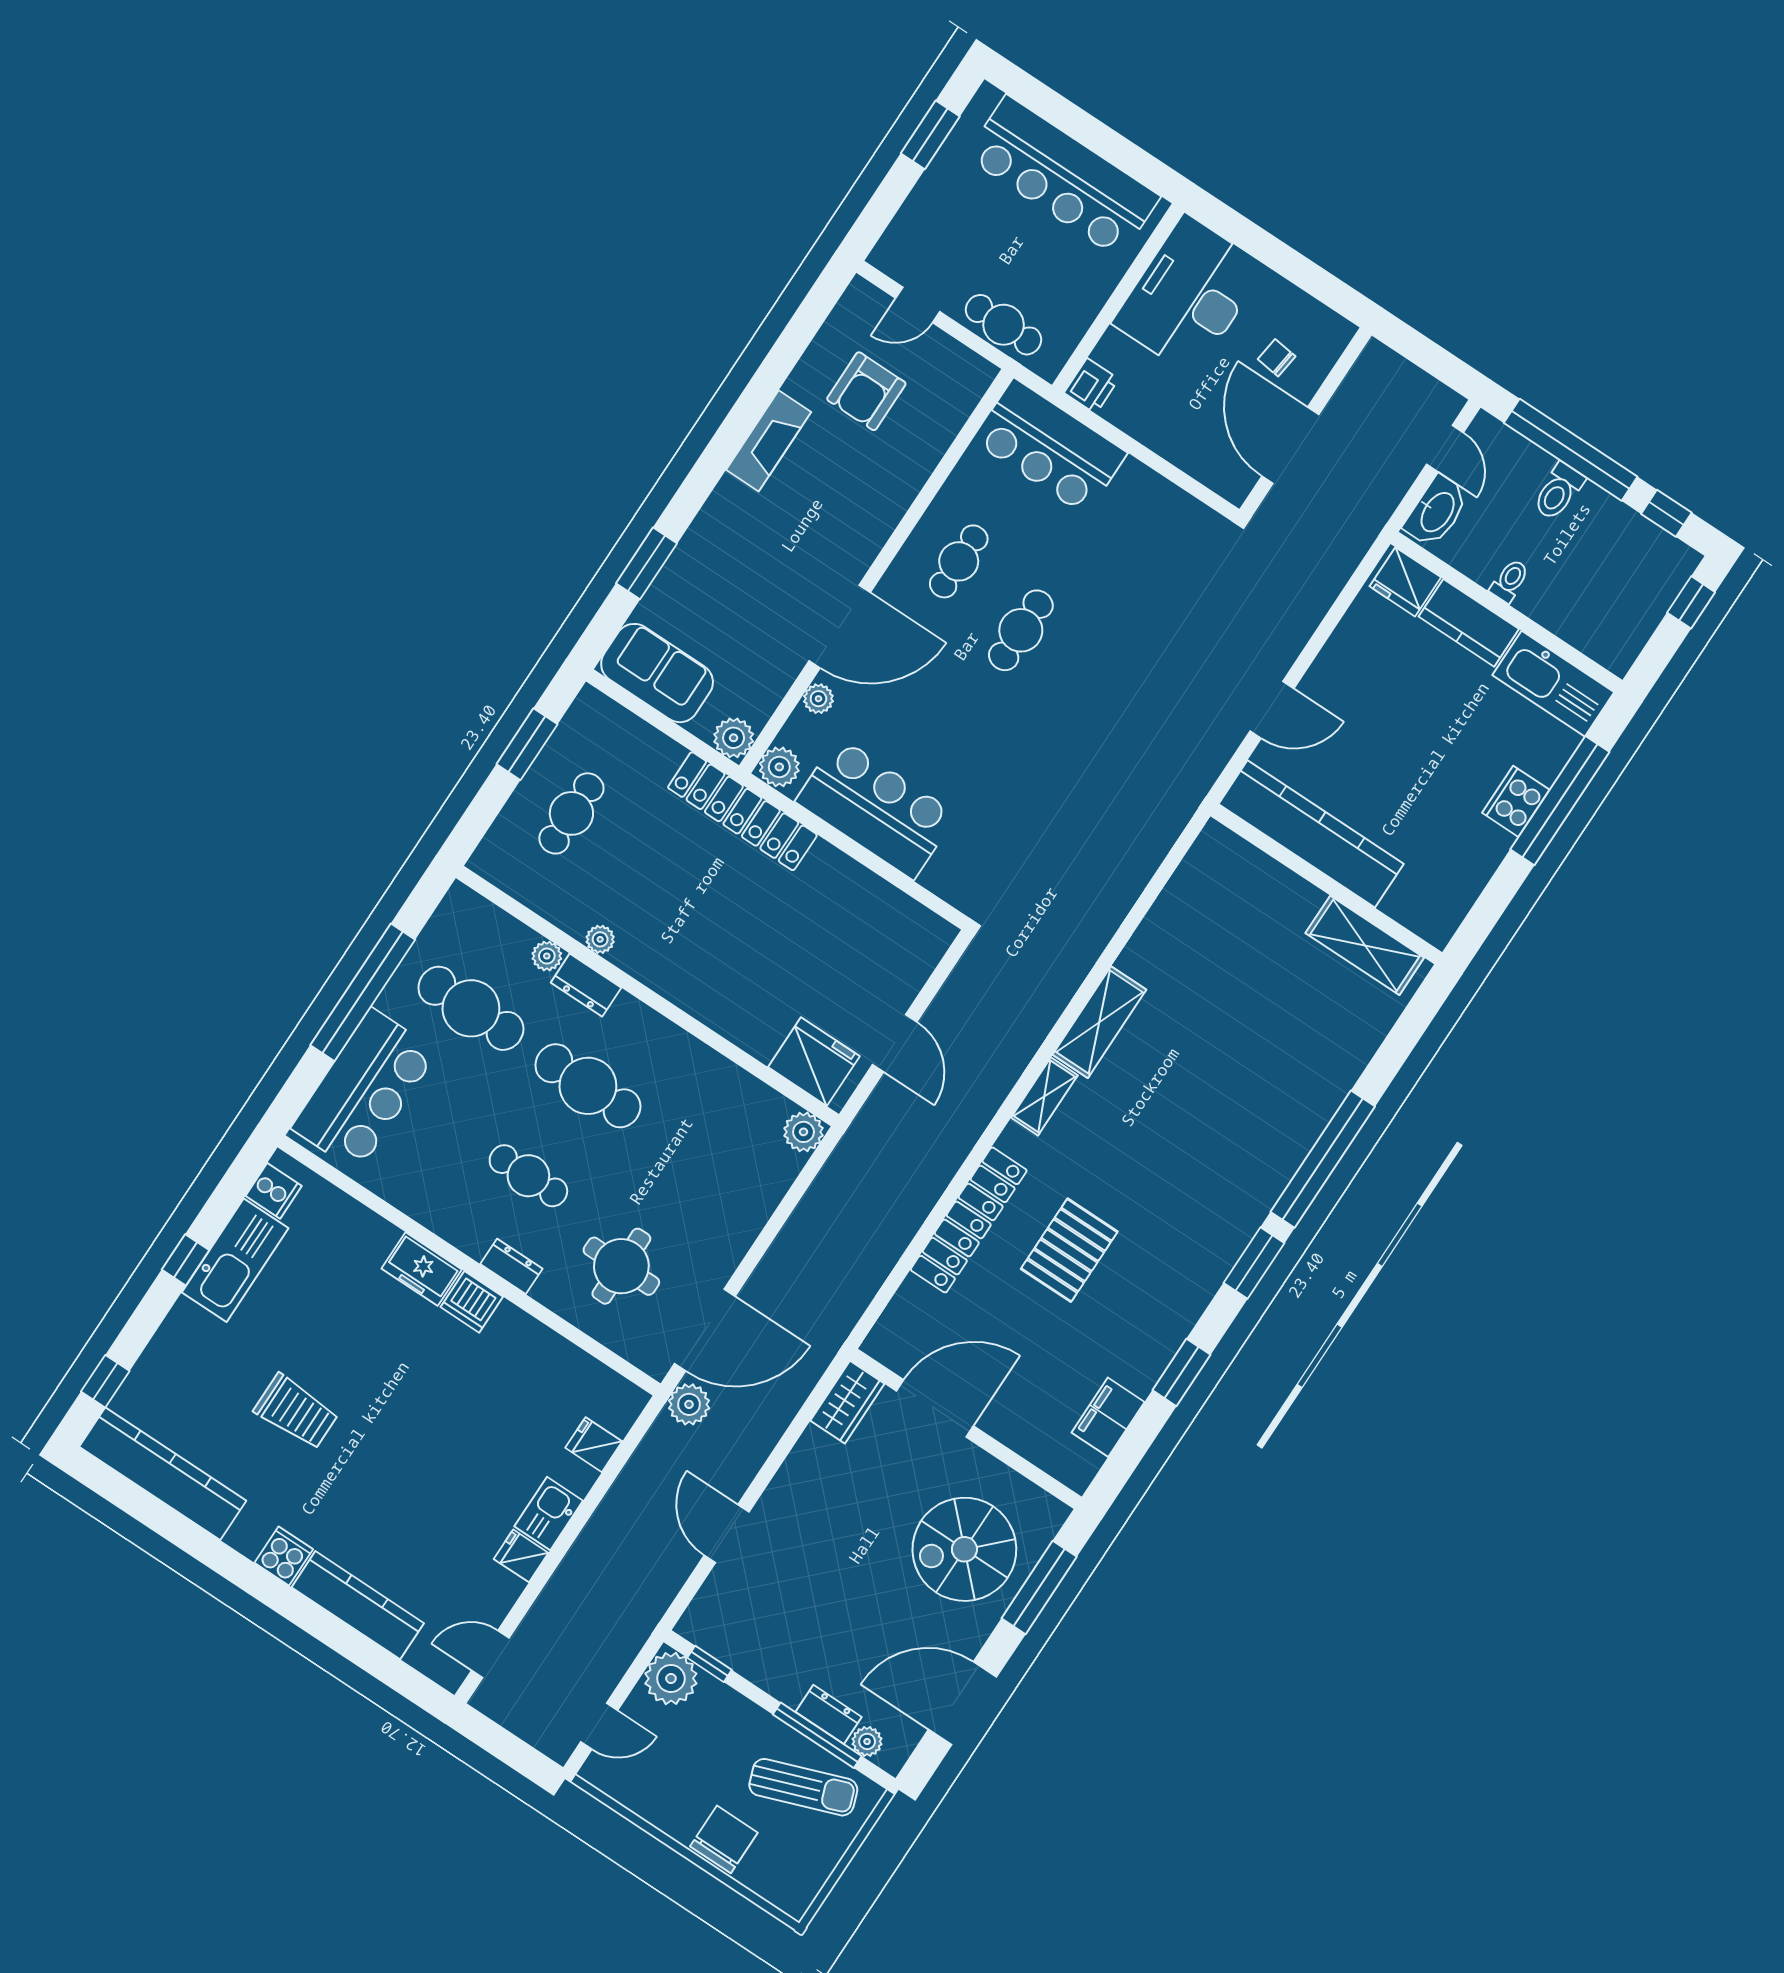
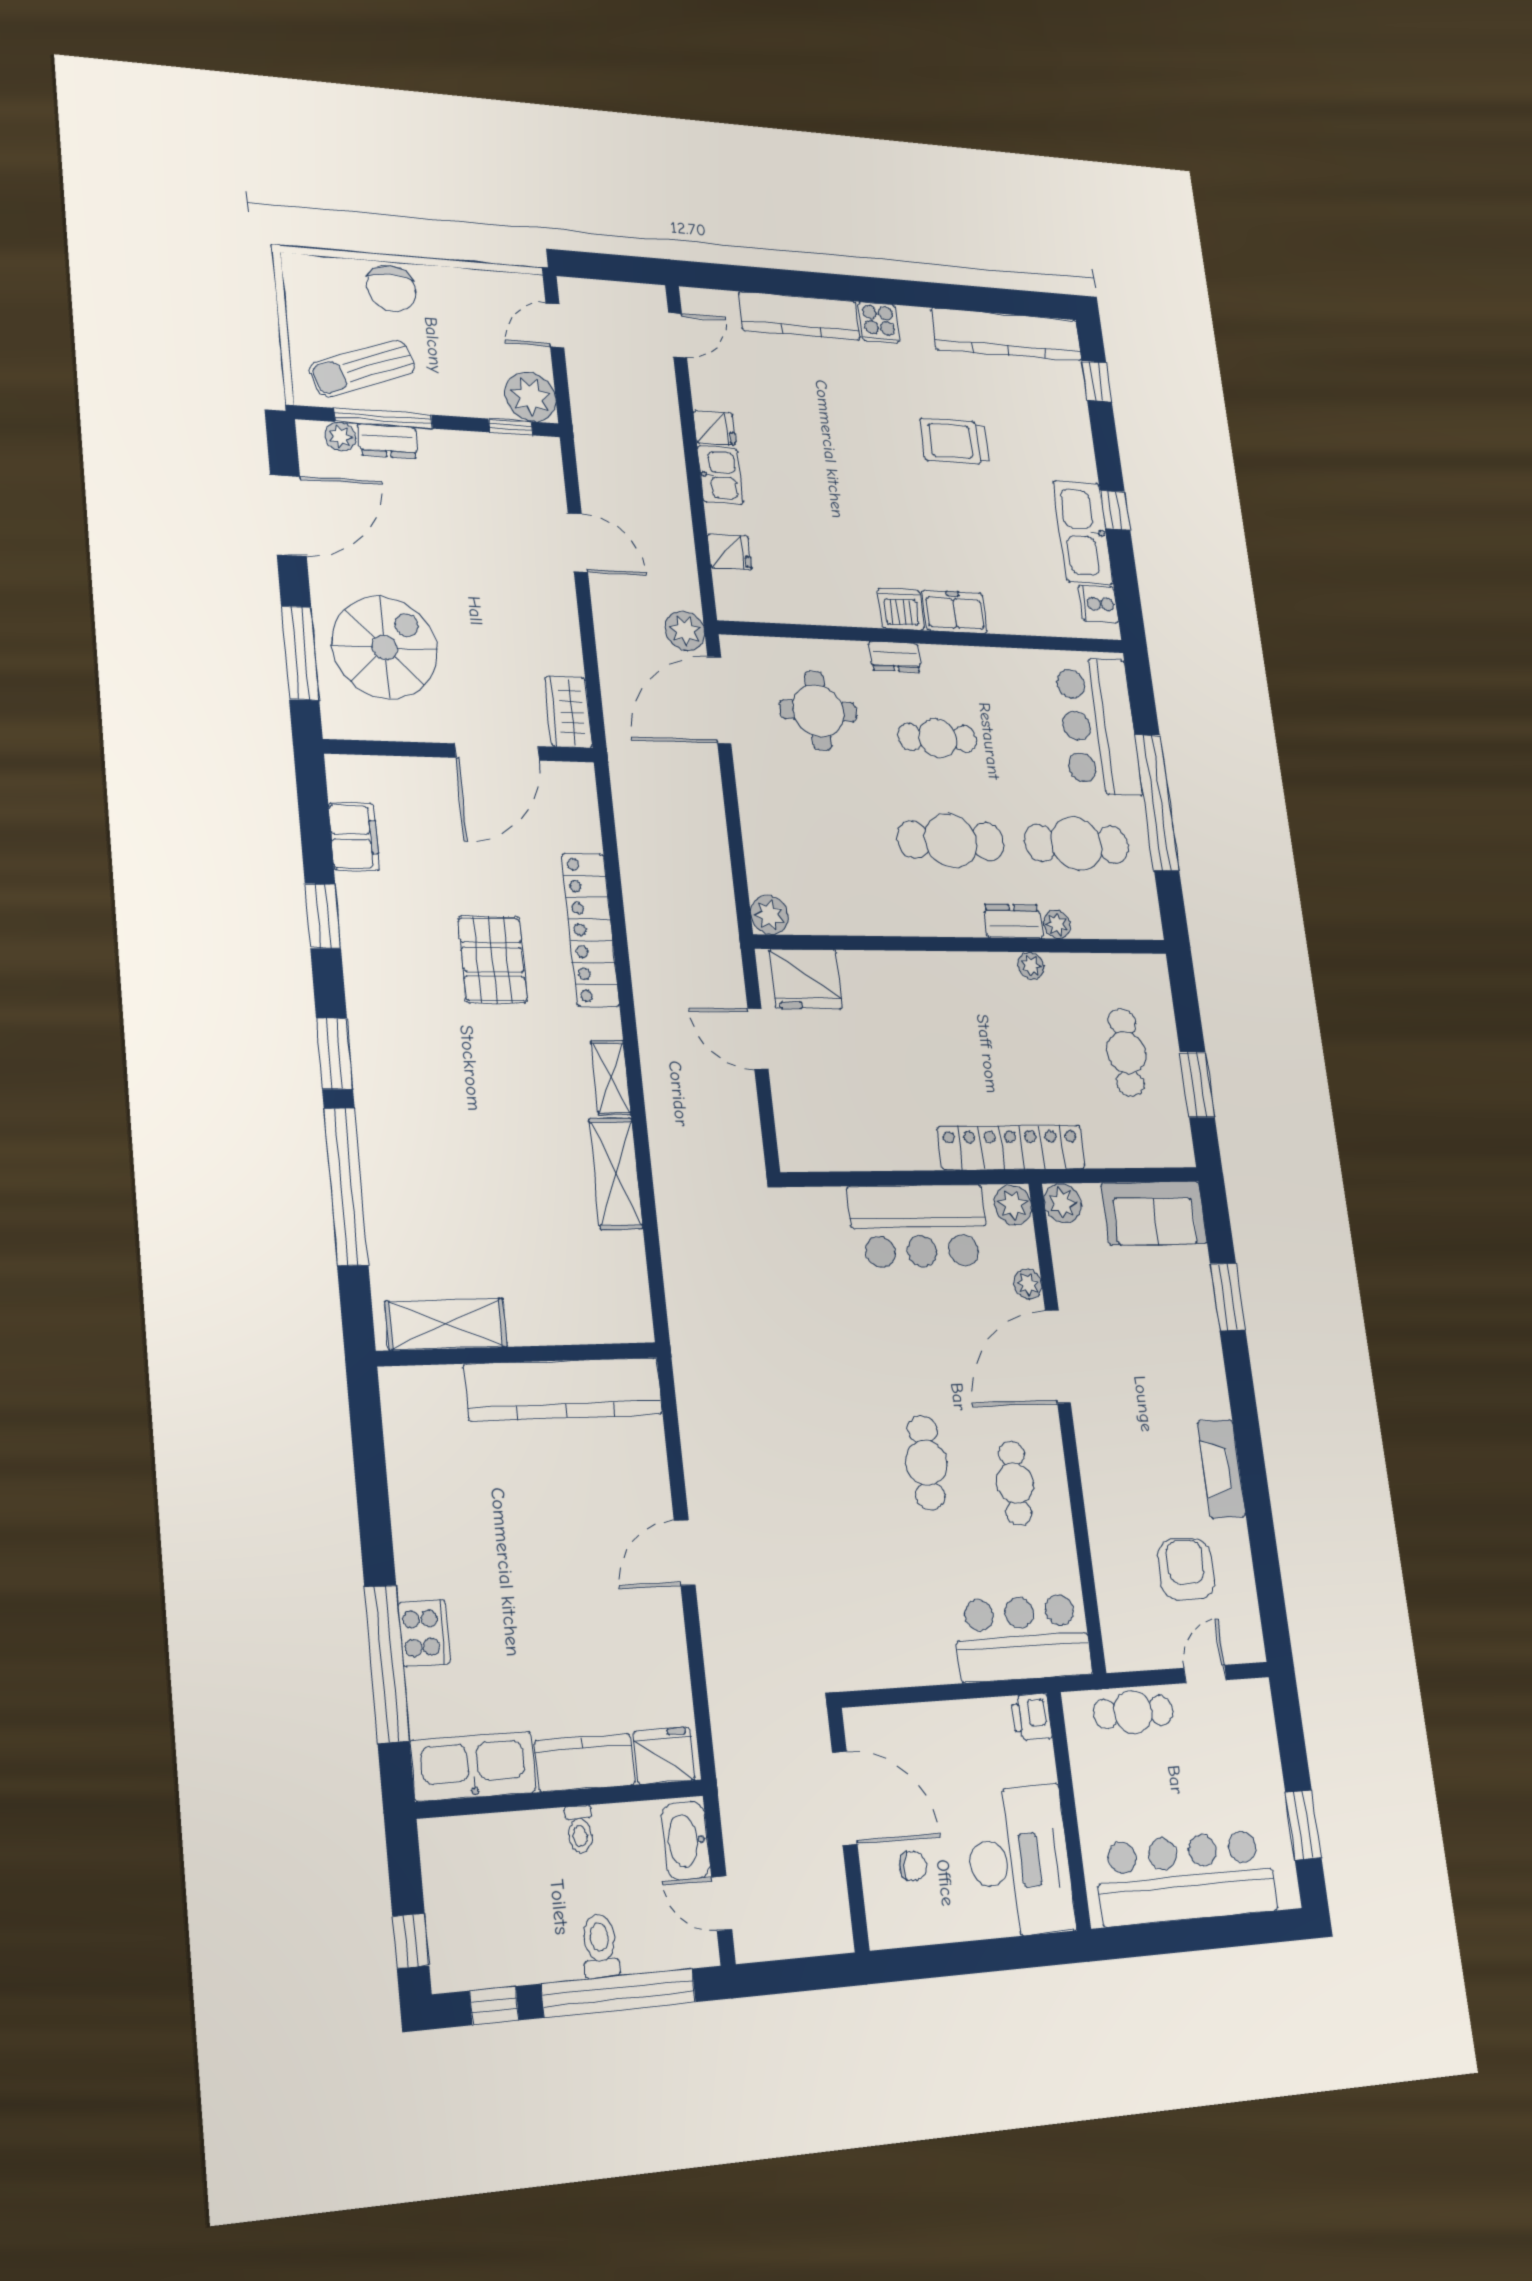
kitchen counter: (1311, 834) -> (564, 1389), moved
wall: (1326, 884) -> (518, 1354), moved
shelving: (1365, 945) -> (446, 1324), moved

